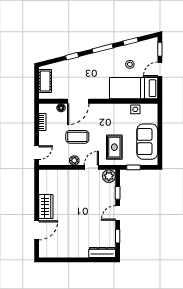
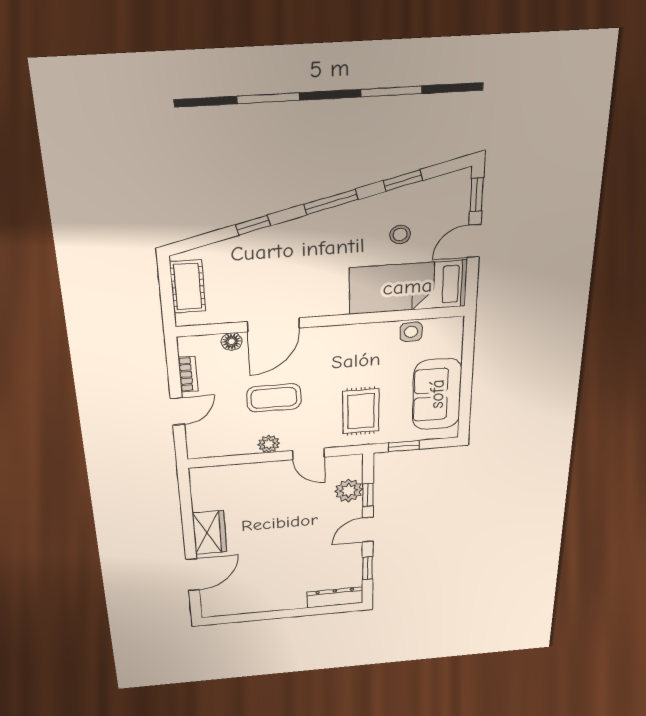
door: (37, 153) -> (177, 411), moved
door: (91, 167) -> (308, 454), swing flipped
plant: (109, 176) -> (349, 491), moved

